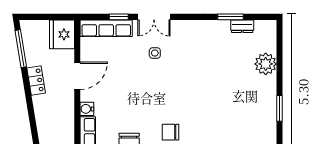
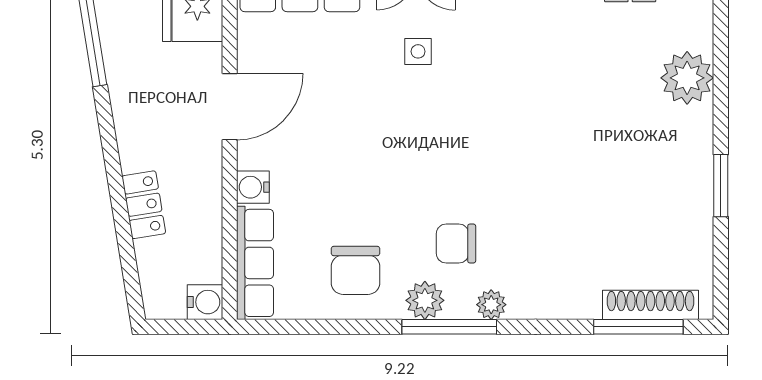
locker: (36, 80) -> (144, 205), moved

